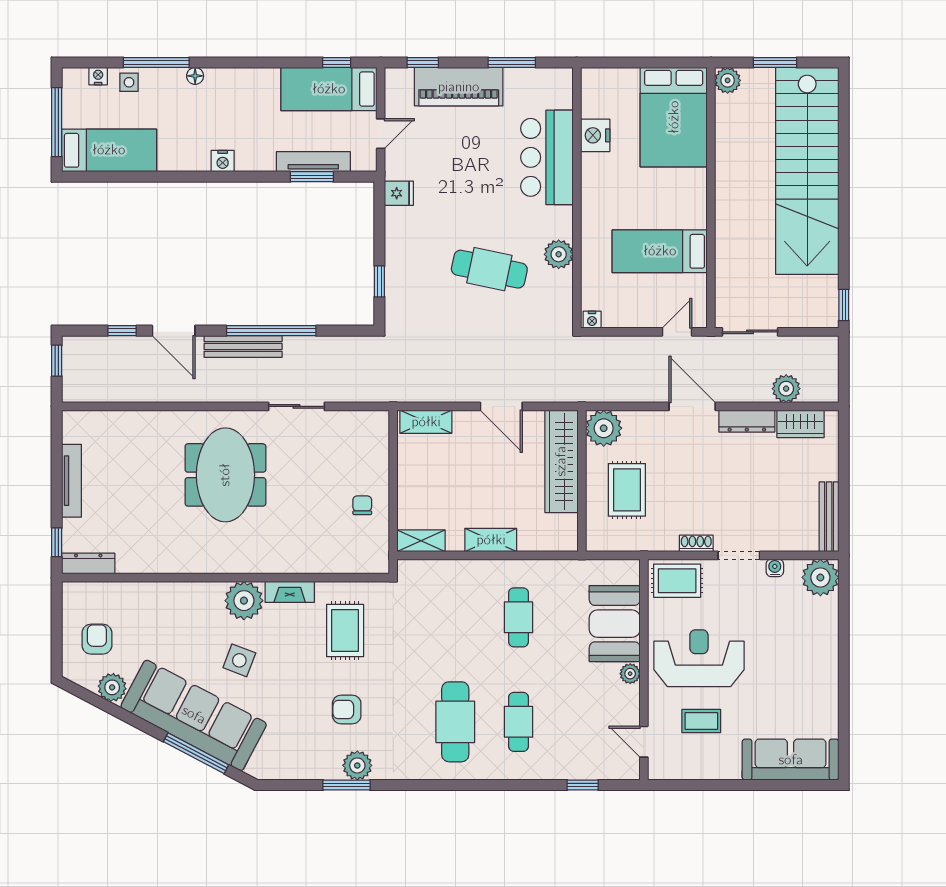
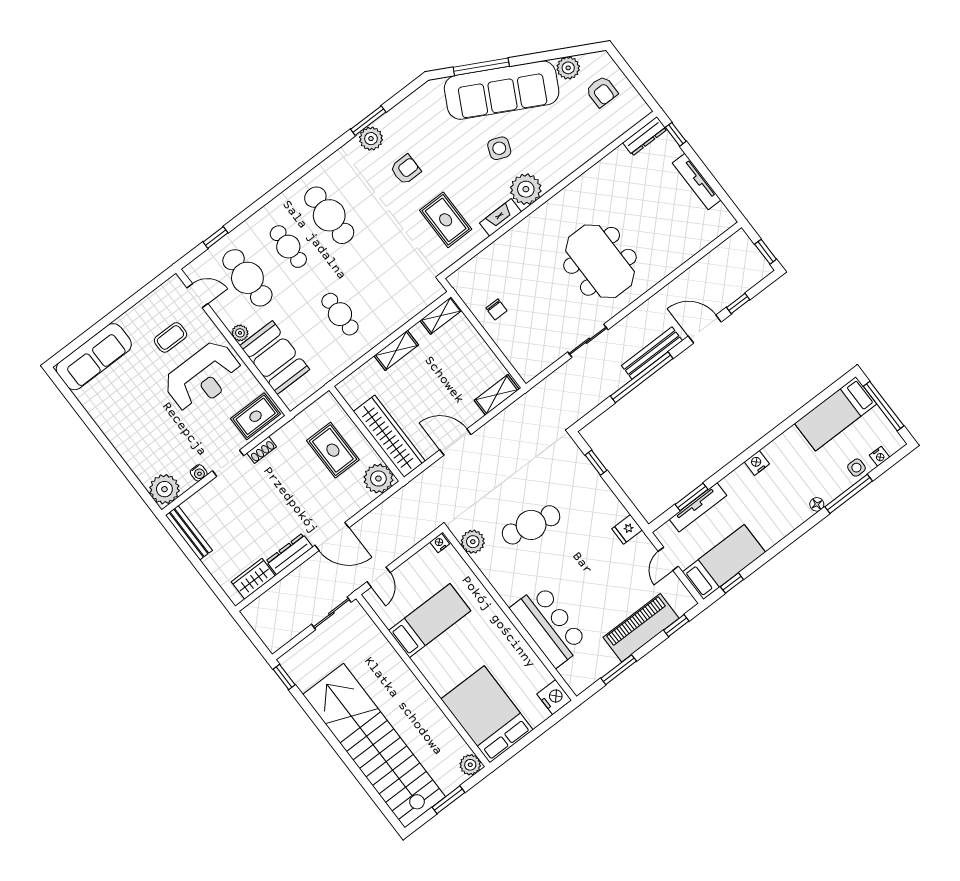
nightstand: (595, 135) -> (554, 697), moved
plant: (559, 254) -> (473, 542), moved
plant: (786, 389) -> (280, 594), removed
cafe table: (582, 722) -> (247, 278), added

